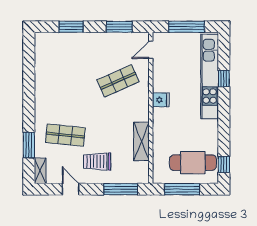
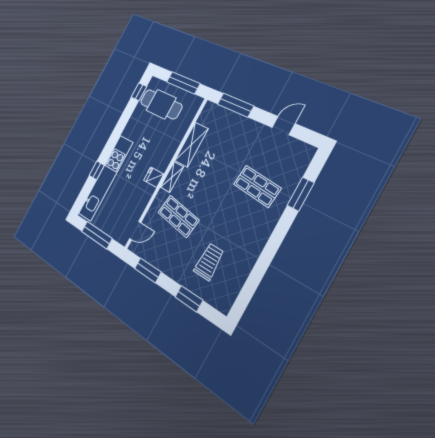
shop shelf: (118, 81) -> (178, 216), turned 33
trolley: (97, 162) -> (209, 262), moved, turned -90
shelving: (40, 171) -> (172, 177), moved
door: (71, 189) -> (283, 126), swing flipped

